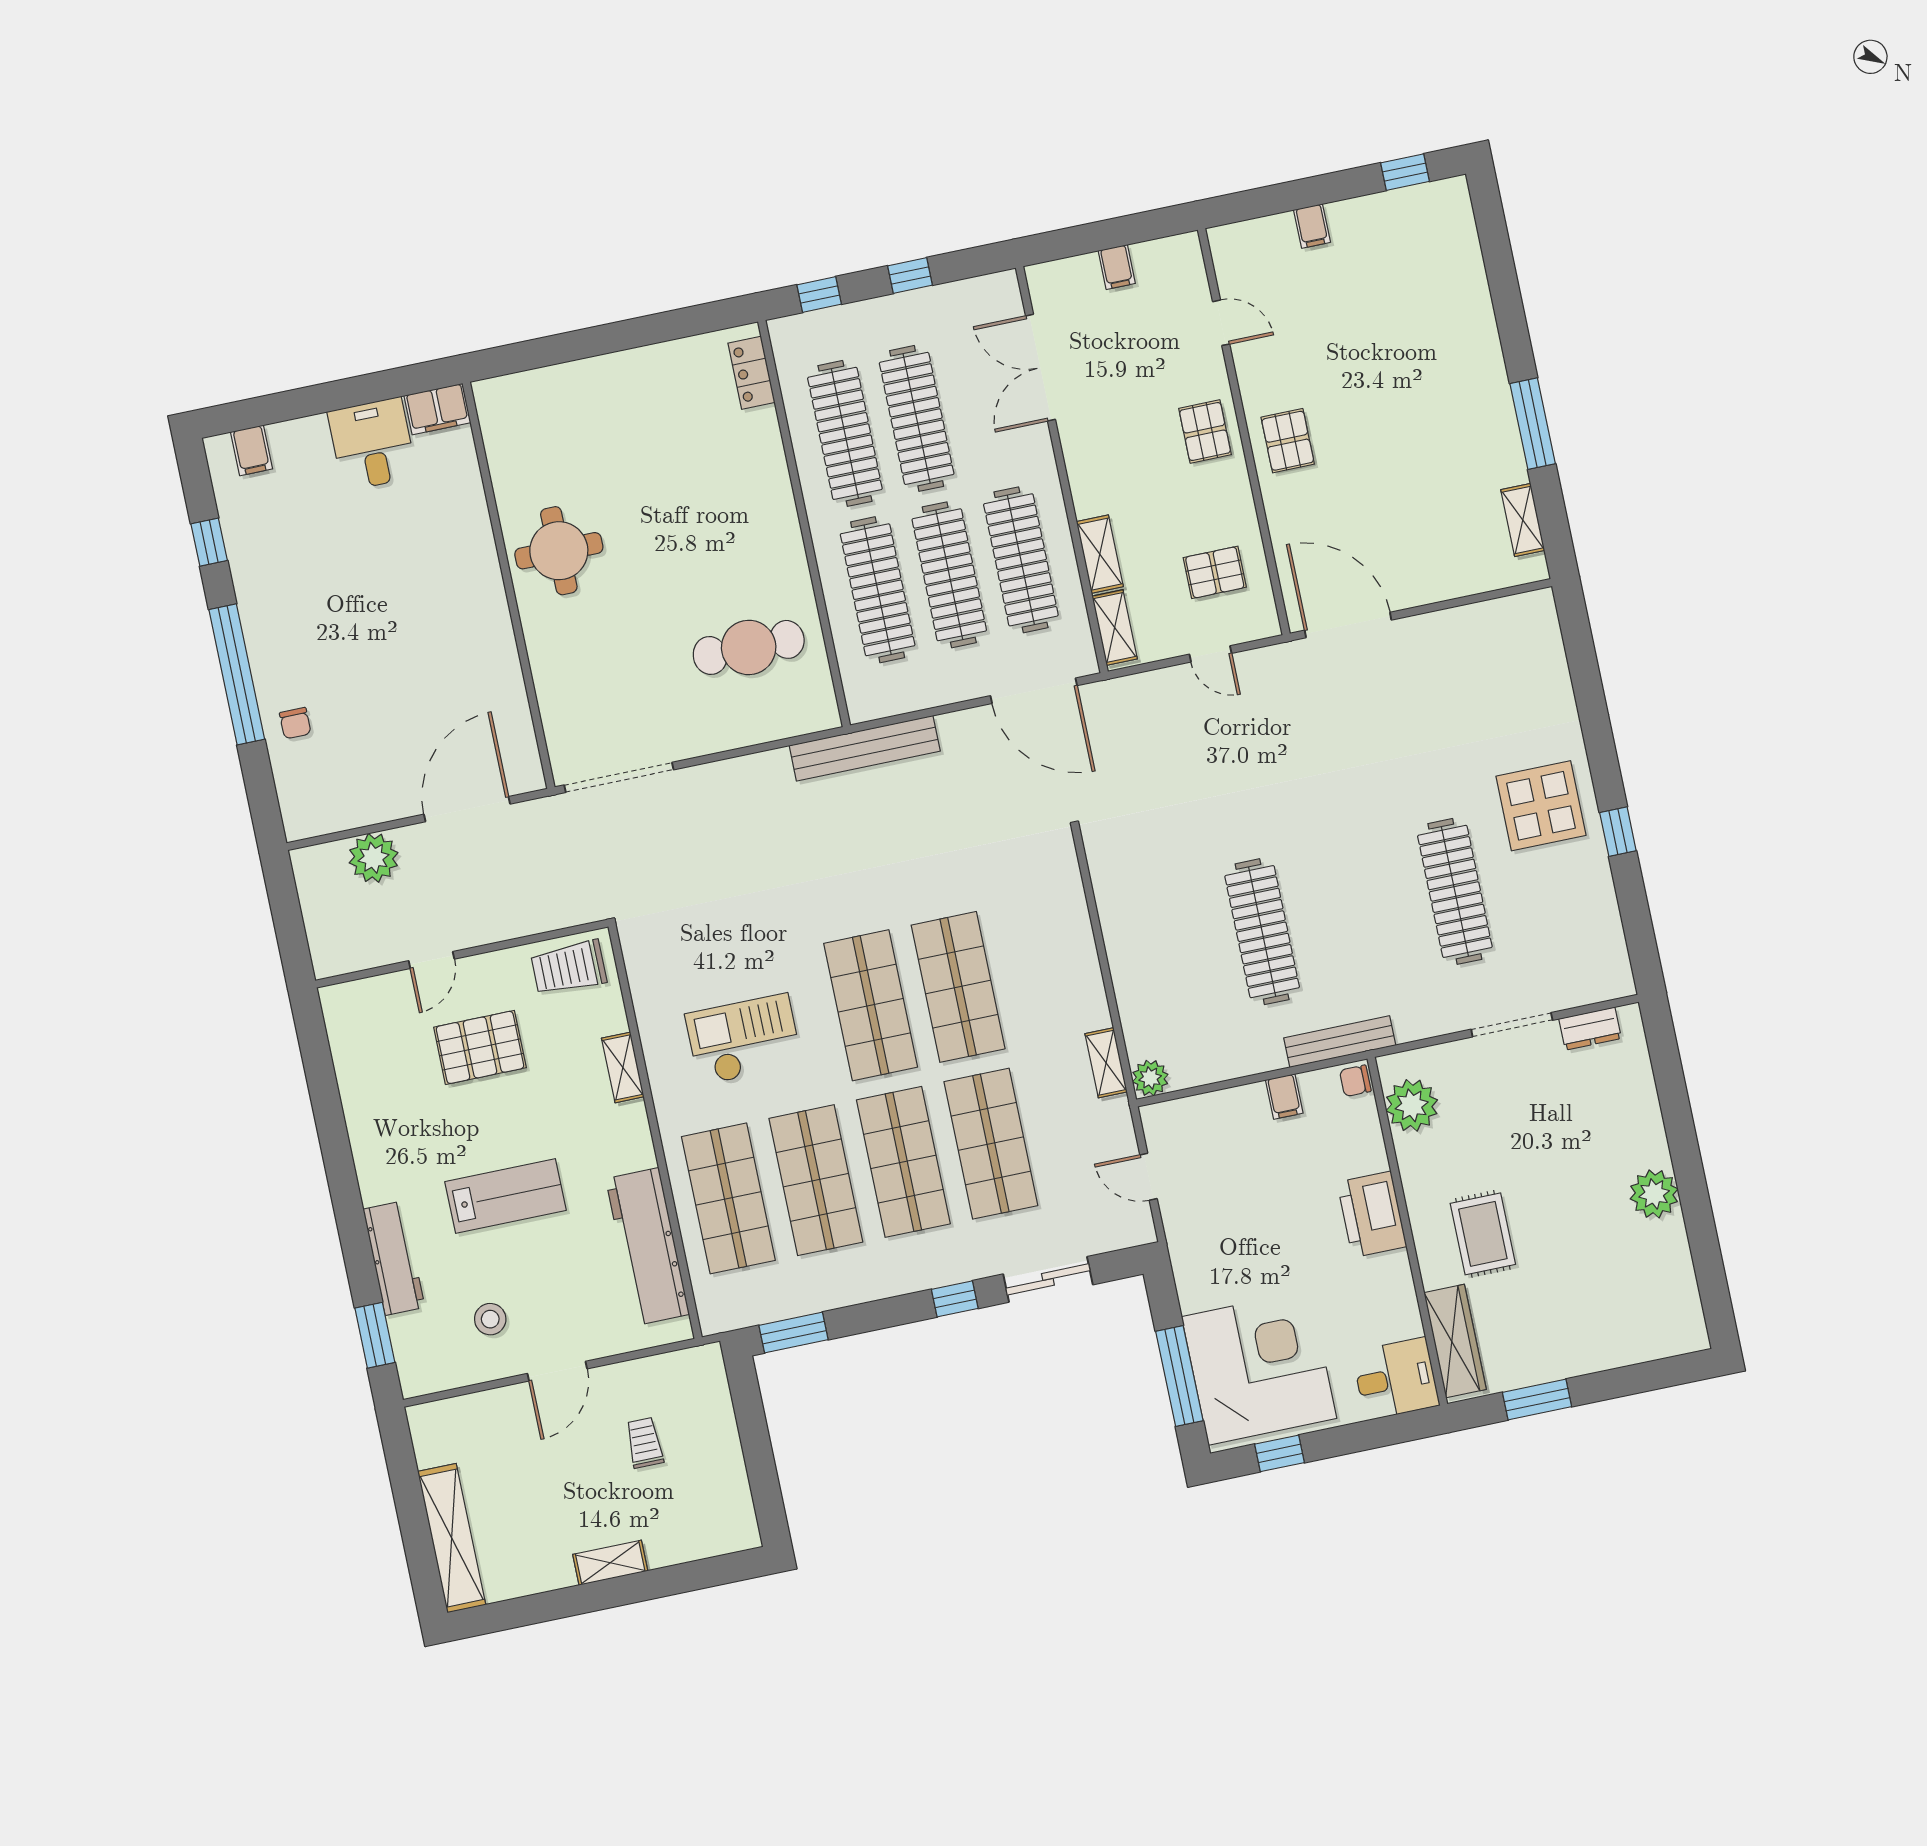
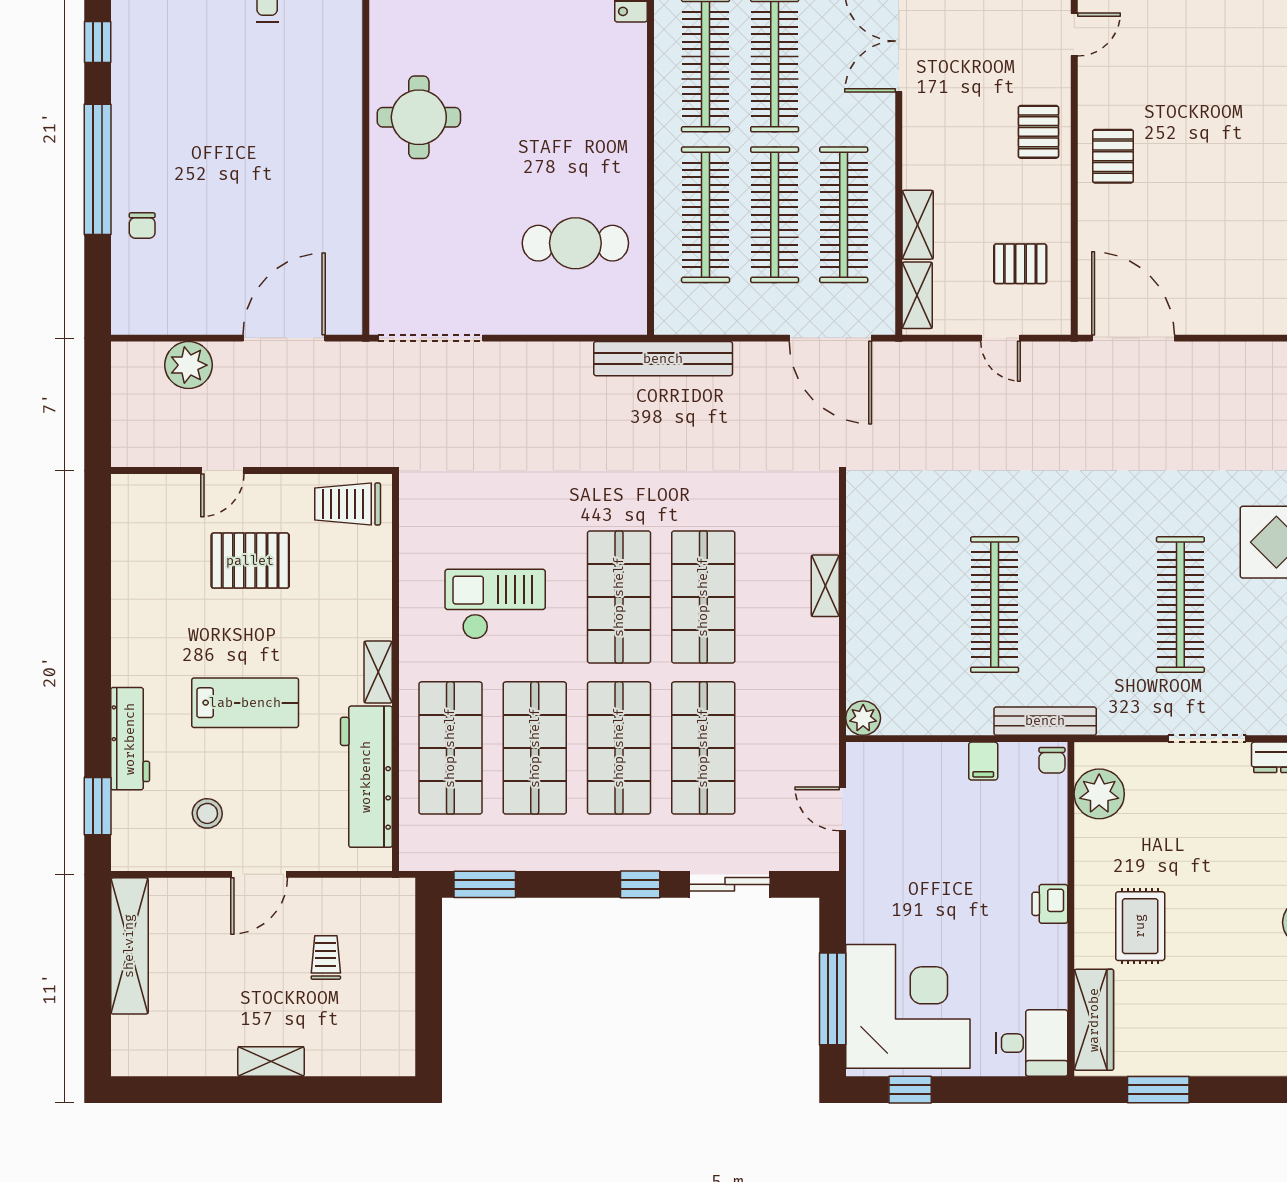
door: (1221, 323) -> (1074, 35), hinge flipped
shelving: (1106, 1063) -> (825, 586), moved
shelving: (623, 1067) -> (378, 672), moved
chair: (1355, 1081) -> (1052, 760), turned -90
printer: (1372, 1214) -> (1050, 904), width x0.53, depth x0.68
shelving: (452, 1538) -> (129, 946), moved

